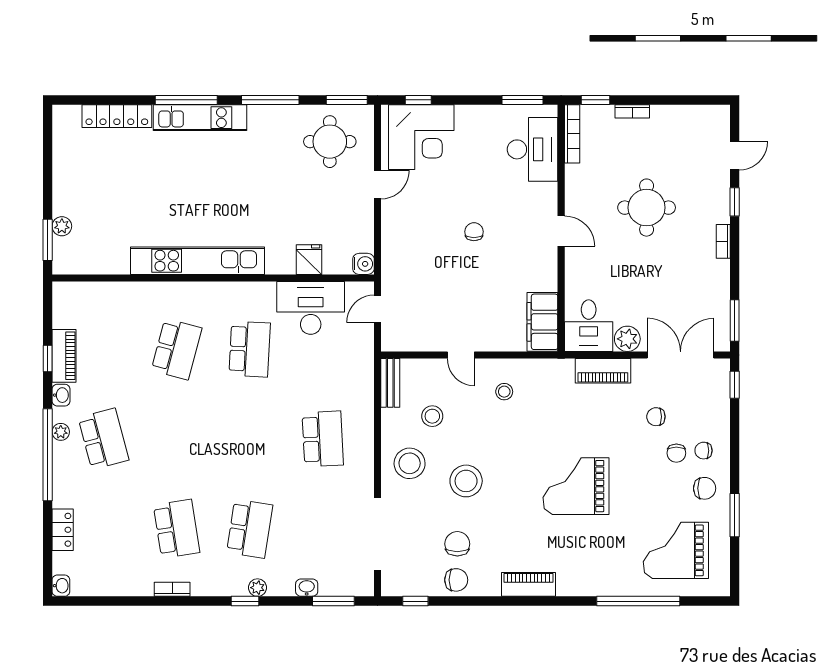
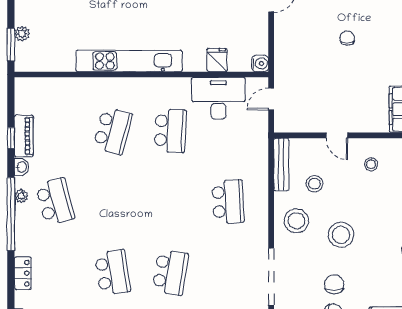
bench: (390, 383) -> (281, 164), width x1.36

